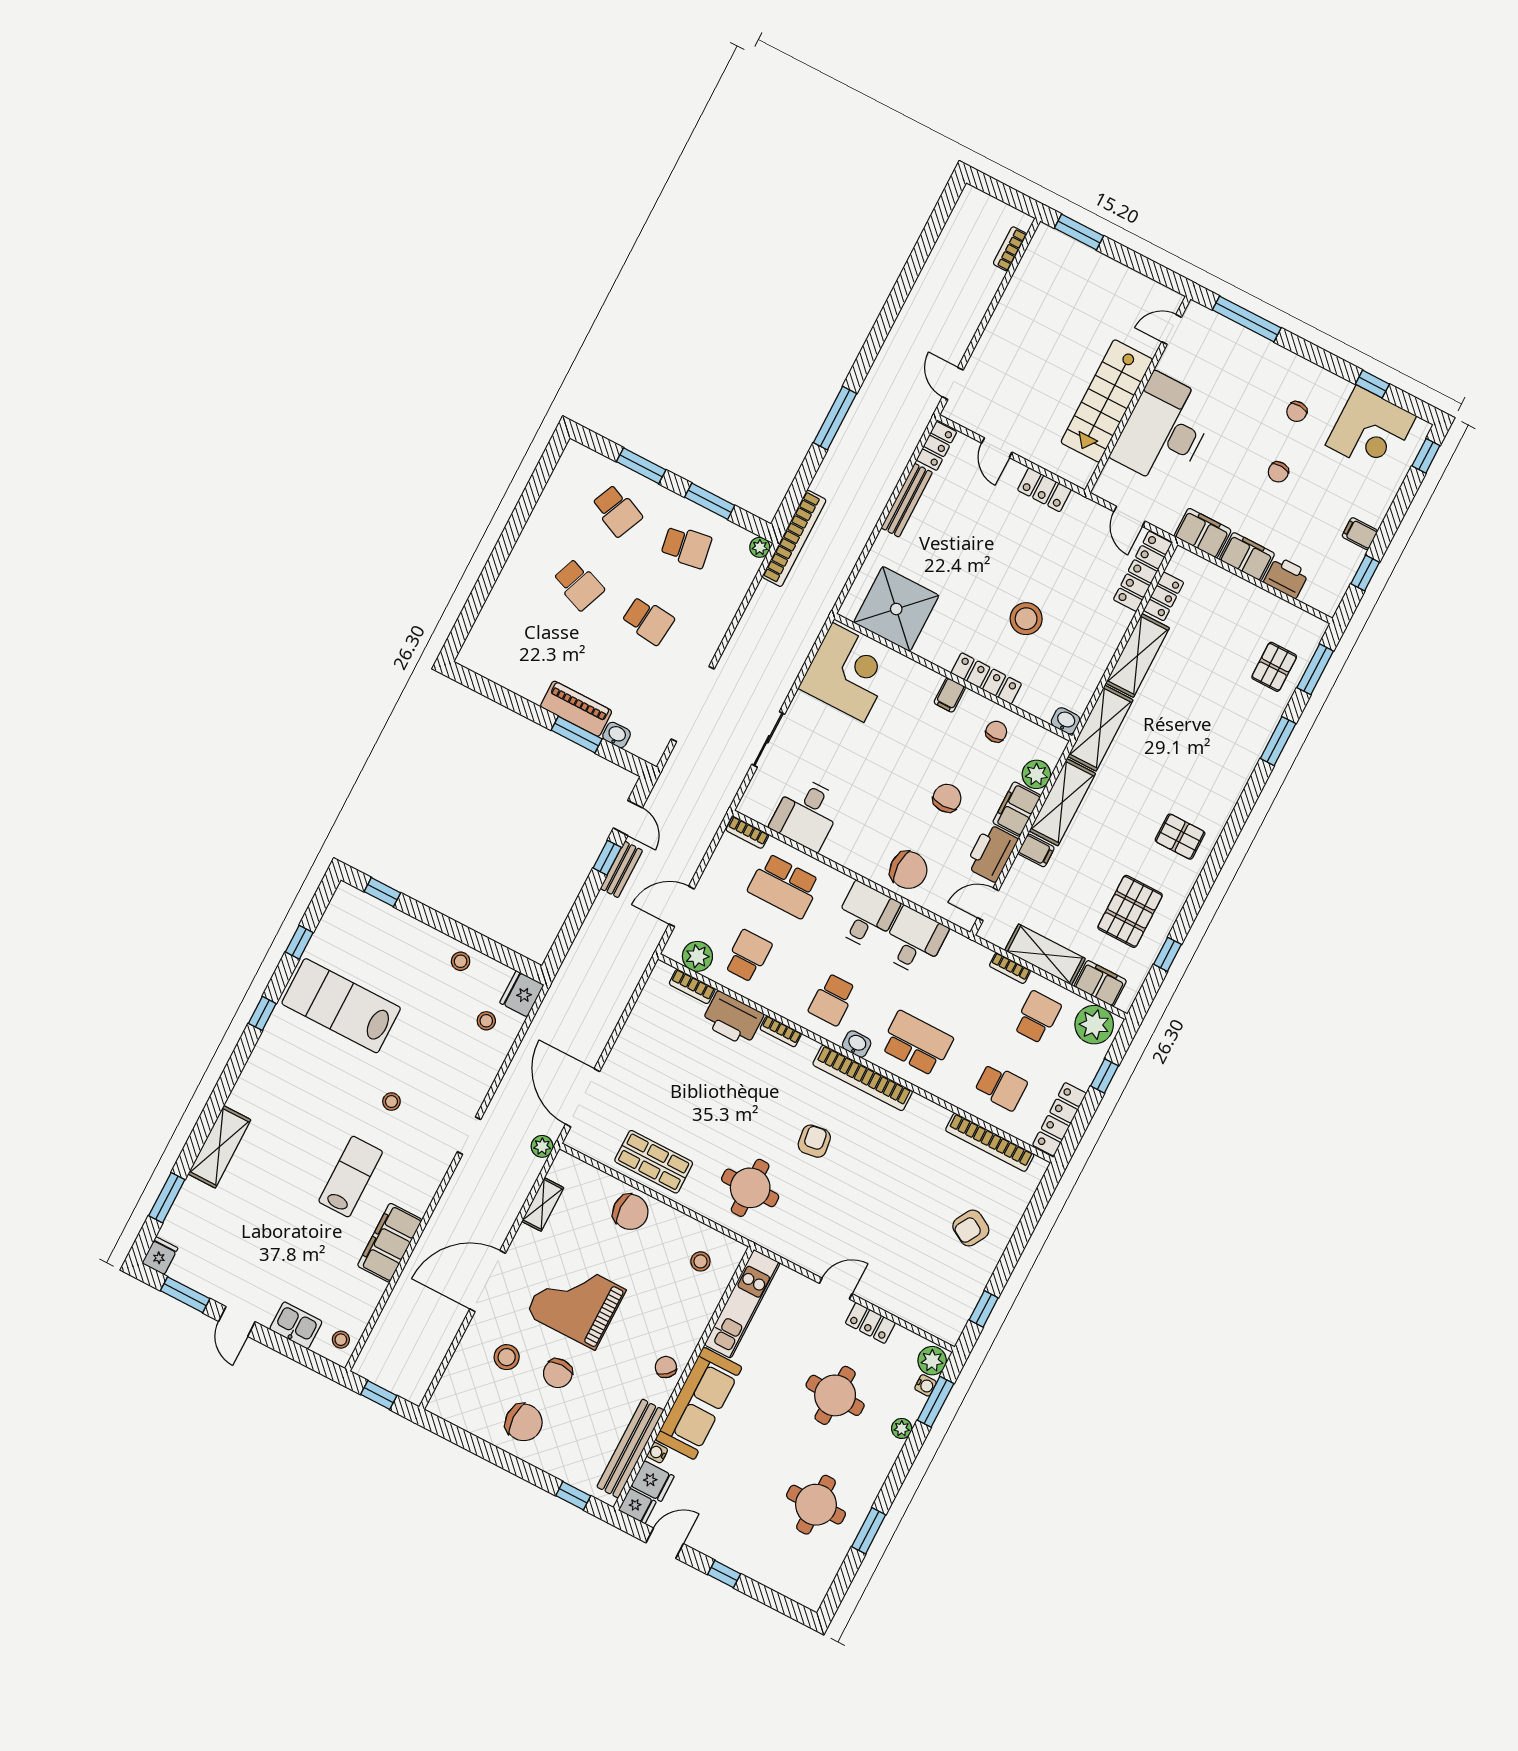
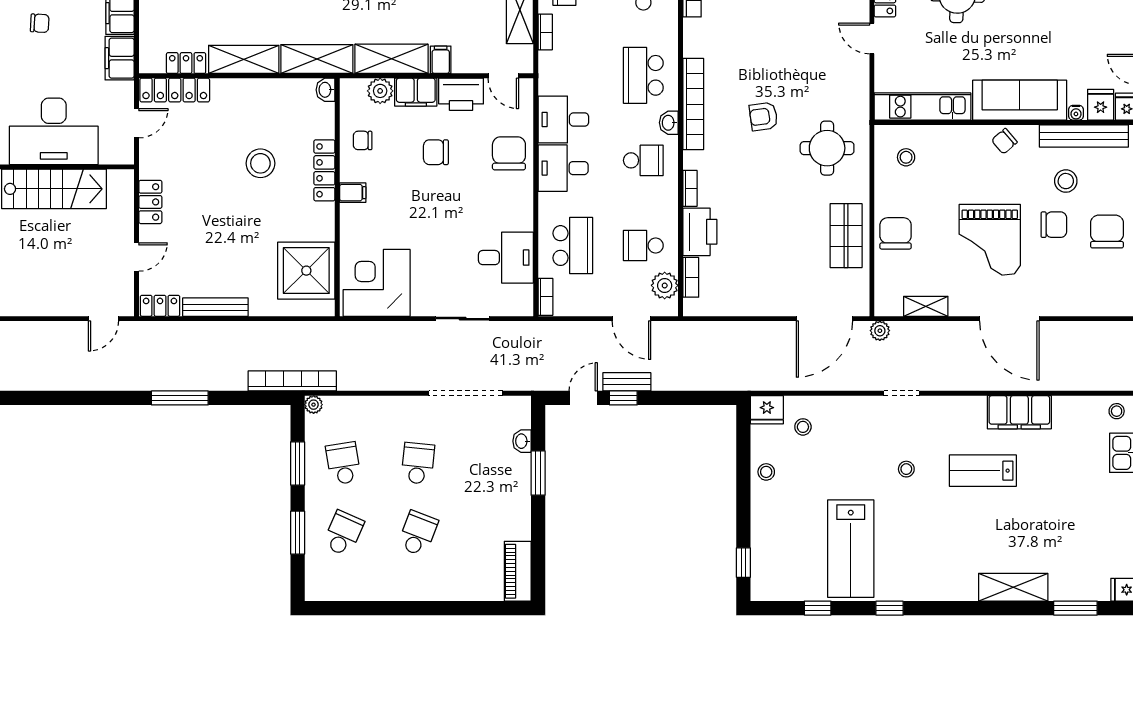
piano: (576, 709) -> (518, 571), moved
stool: (507, 1357) -> (1066, 181), moved

